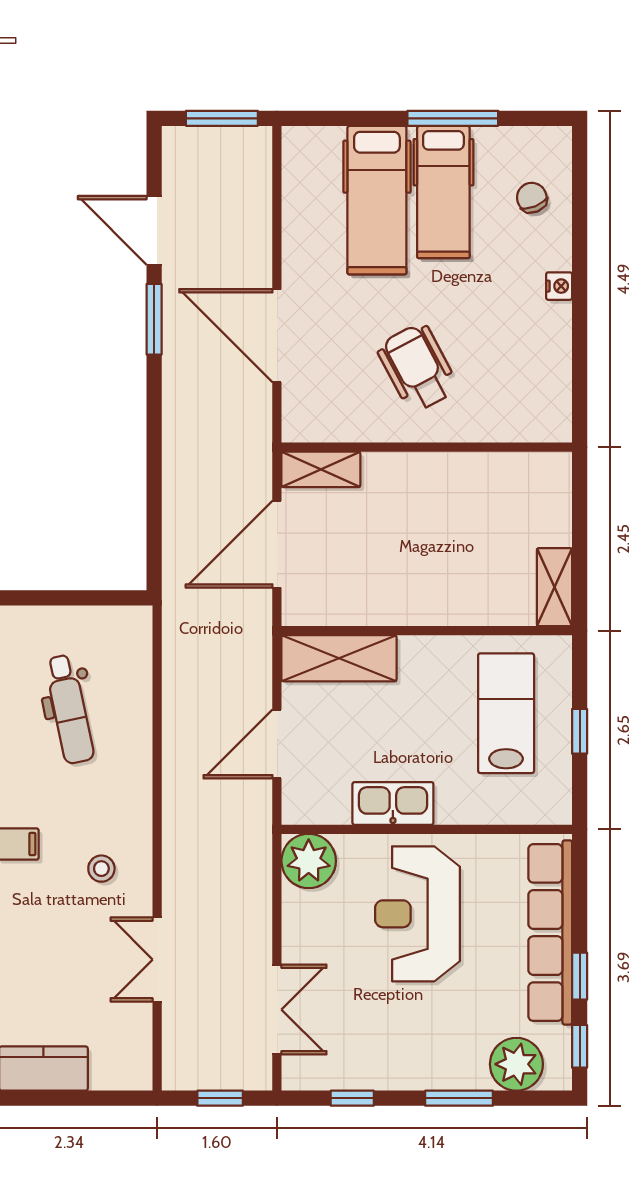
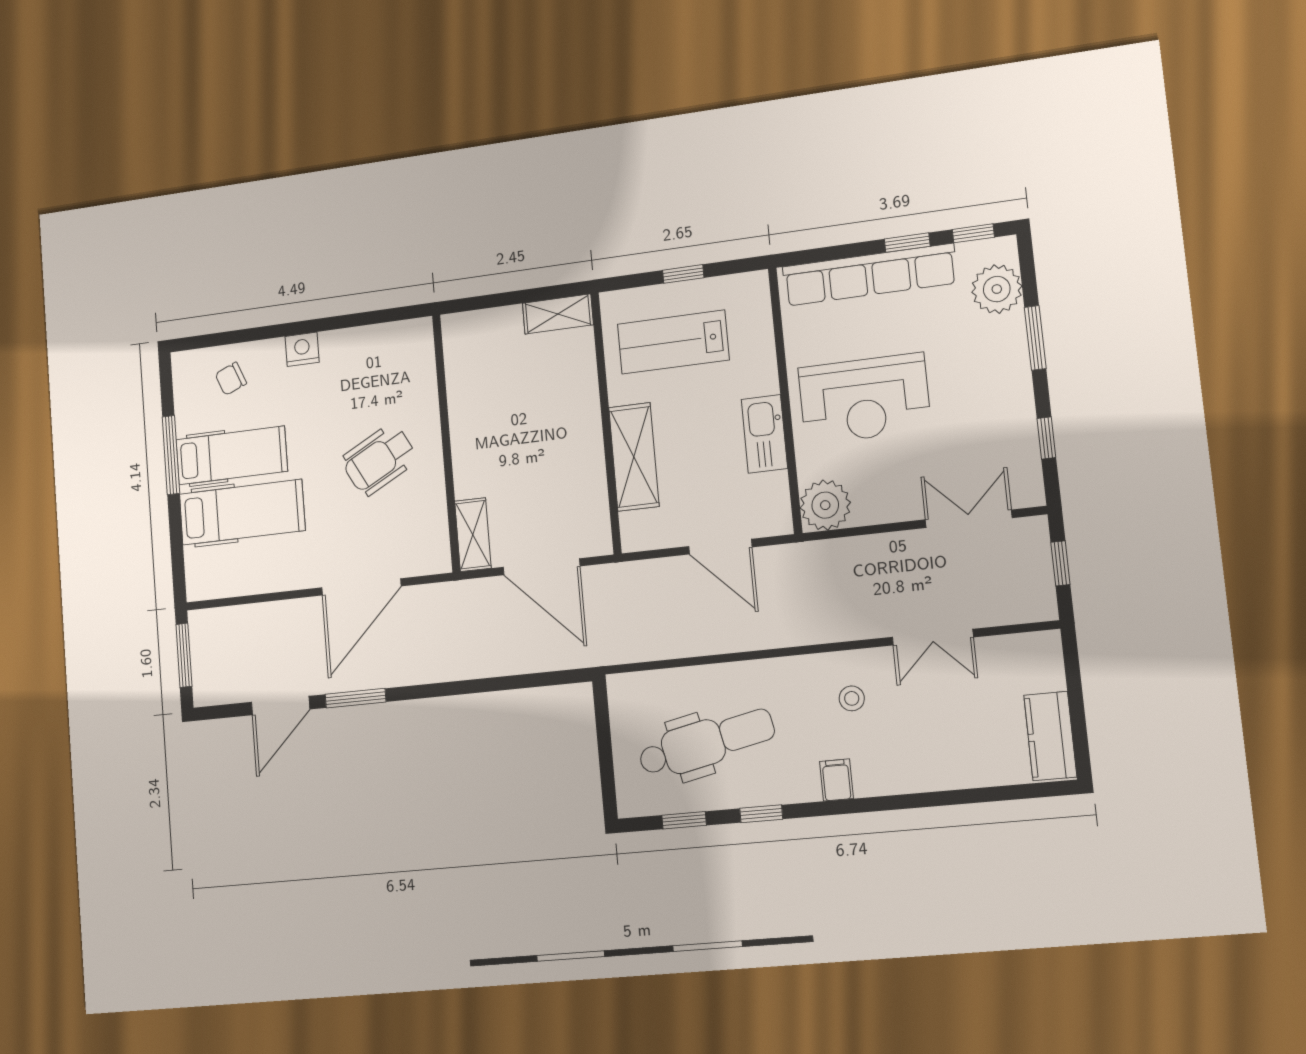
nightstand: (559, 286) -> (302, 349), width x1.39, depth x1.35
shelving: (339, 658) -> (634, 457), moved
dental chair: (69, 709) -> (706, 743), width x1.36, depth x1.38

